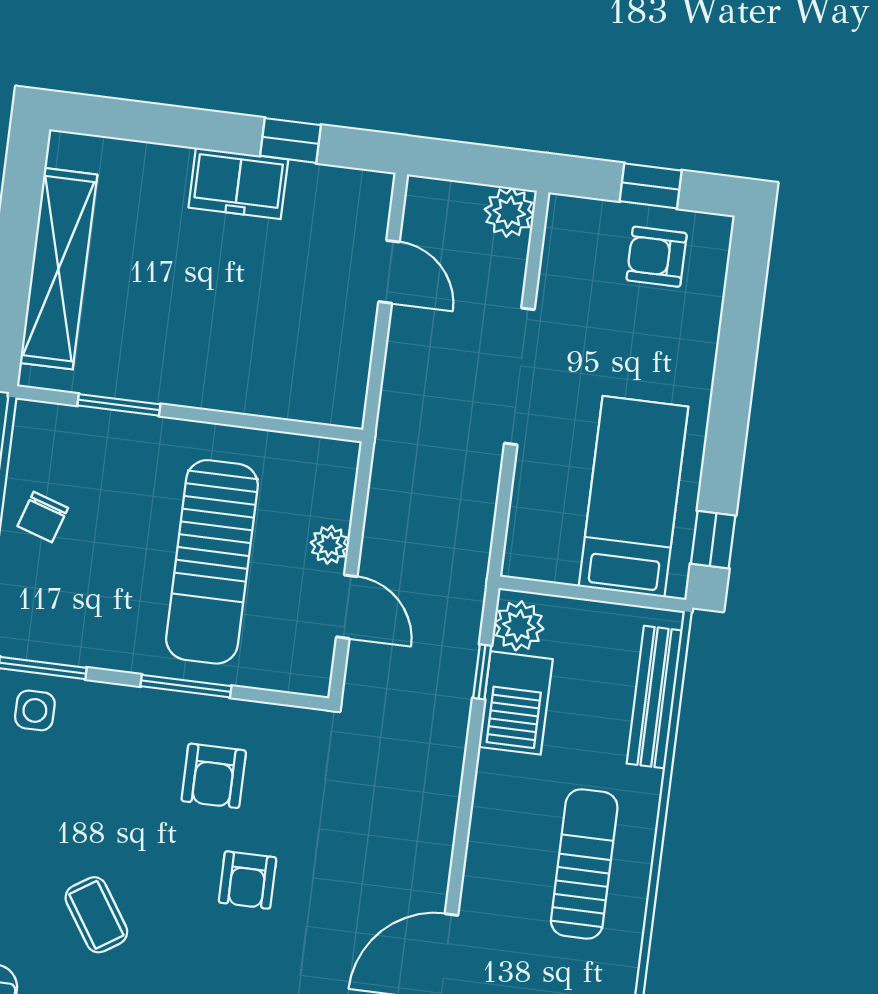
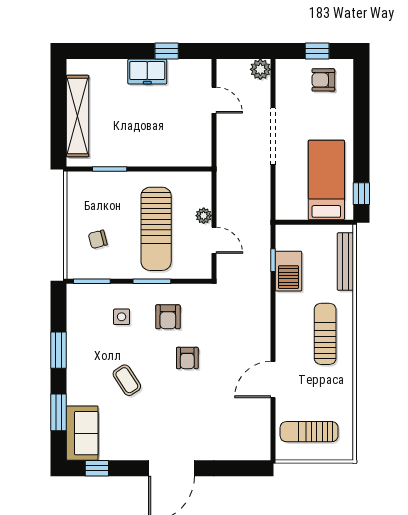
chair: (43, 517) -> (98, 239), moved, turned 57
plant: (519, 626) -> (286, 239), removed
side table: (35, 710) -> (122, 317), moved

